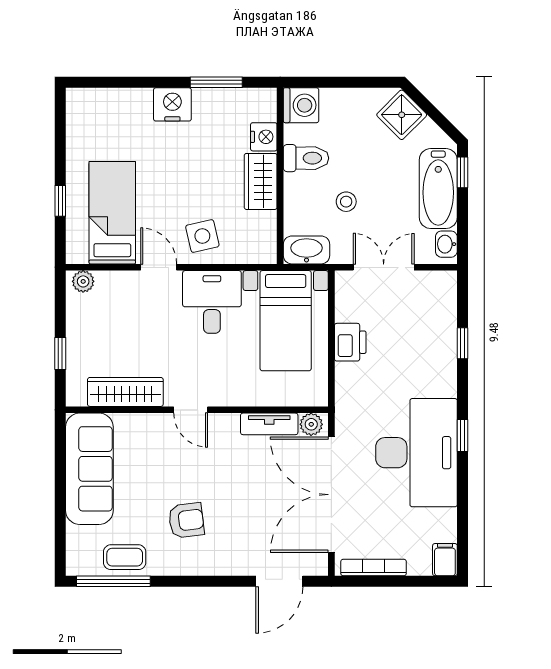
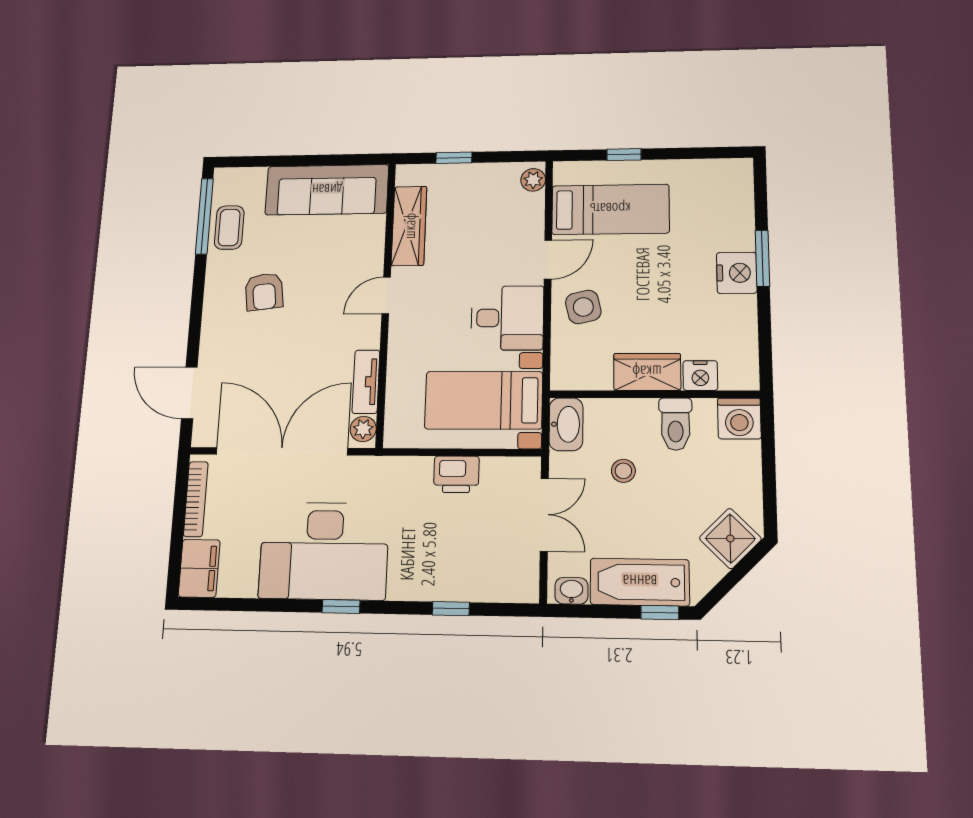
window: (216, 82) -> (762, 258), moved
filing cabinet: (445, 560) -> (199, 568), width x2.00

